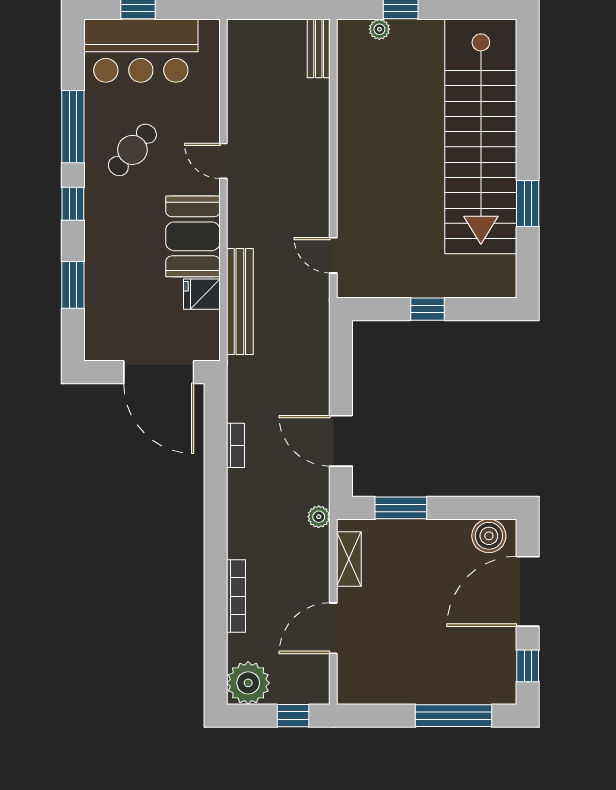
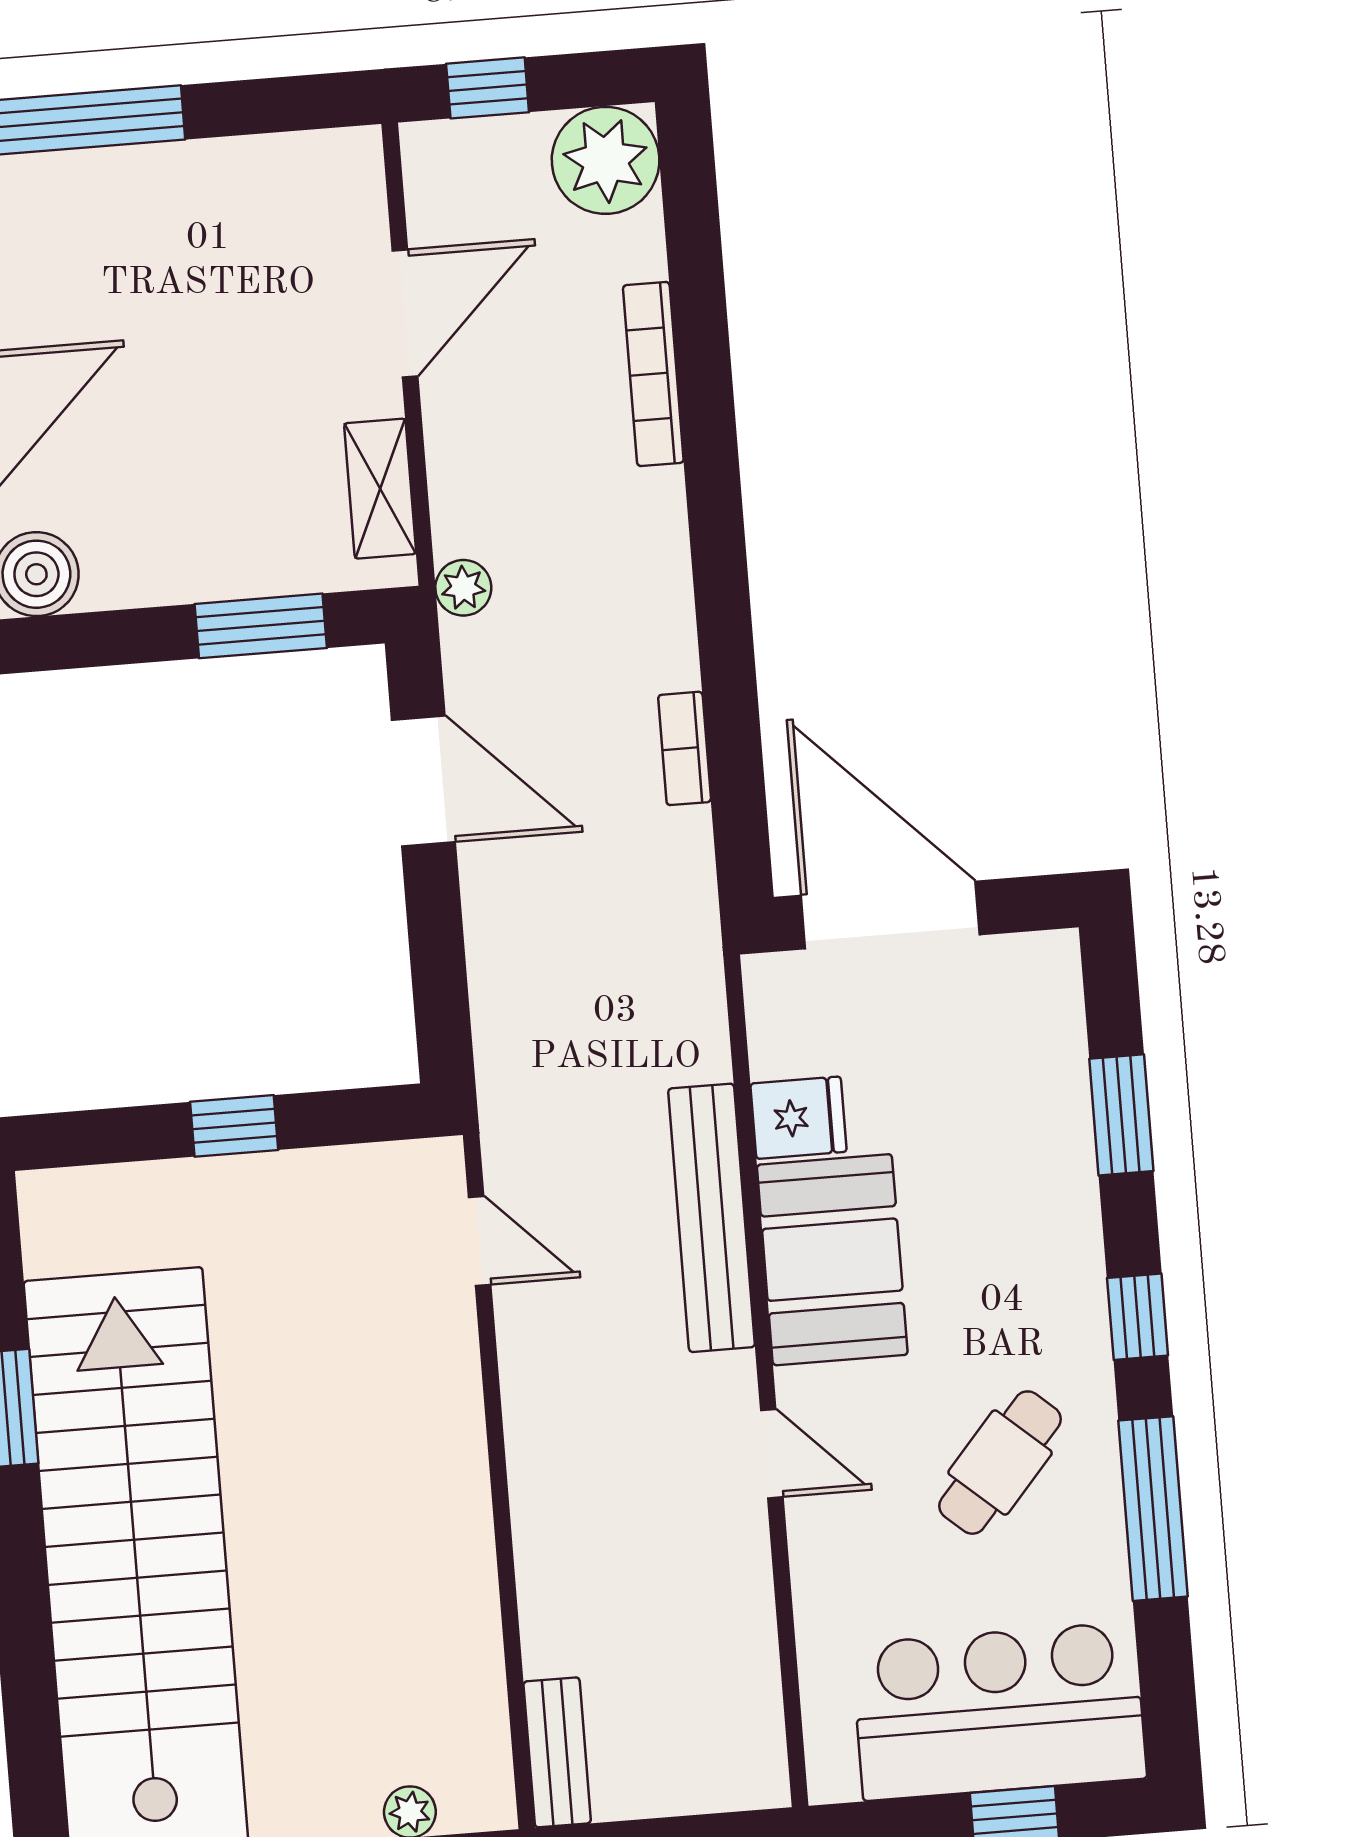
bench: (240, 301) -> (712, 1218), moved

